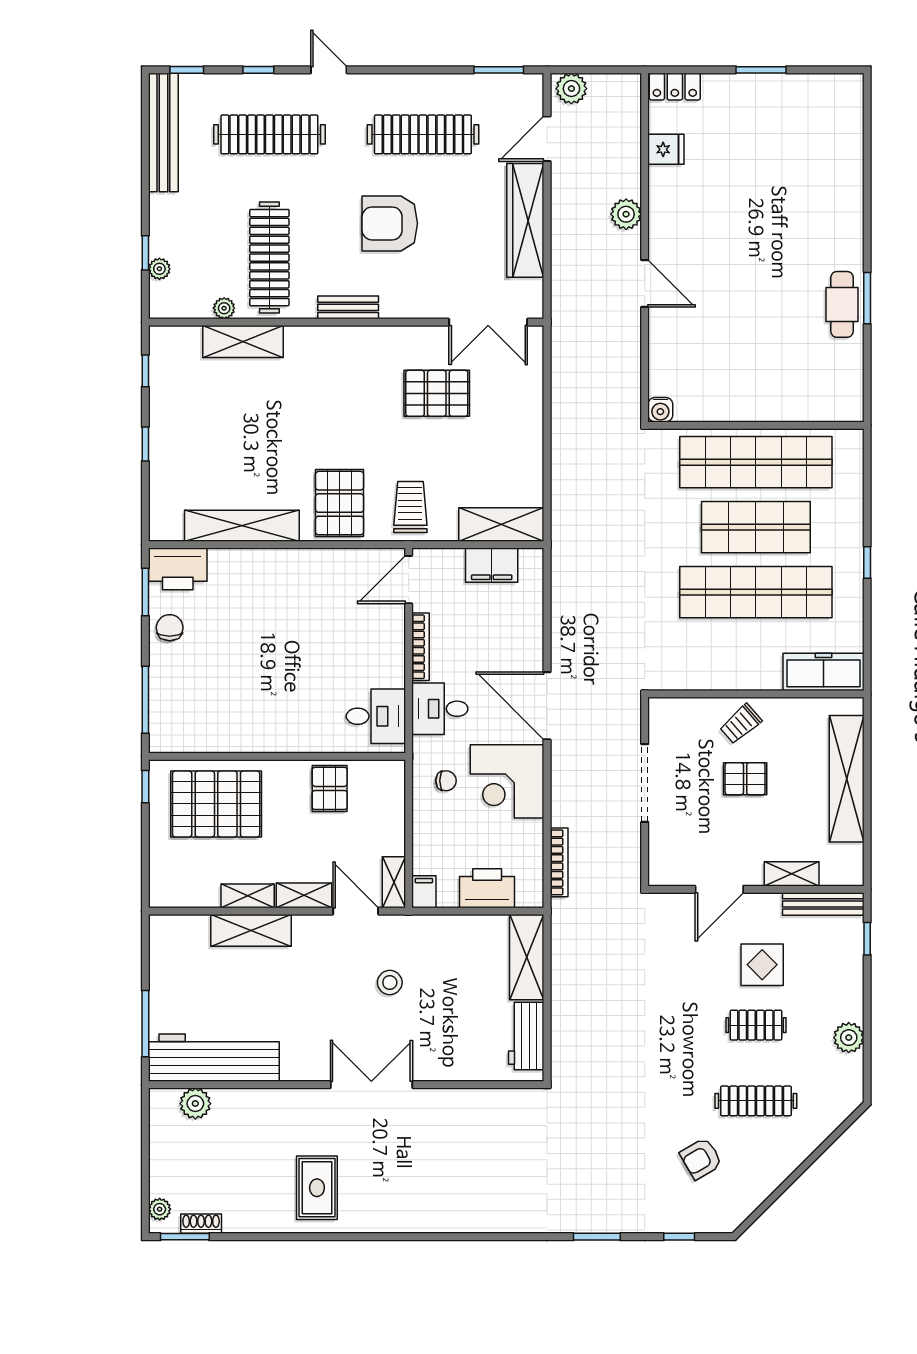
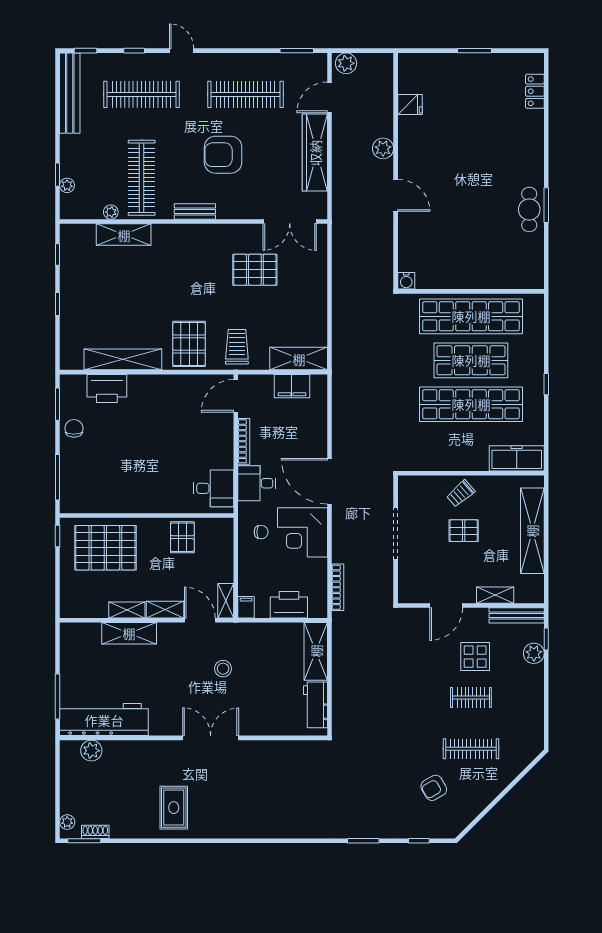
locker: (675, 87) -> (535, 91), moved, turned 90
printer: (178, 569) -> (107, 389), moved
plant: (849, 1038) -> (534, 653), moved

